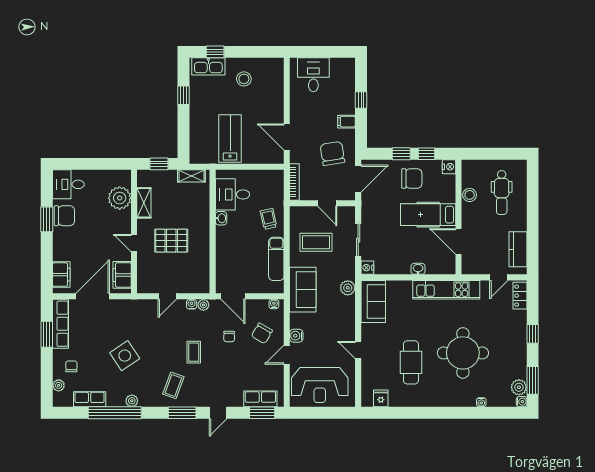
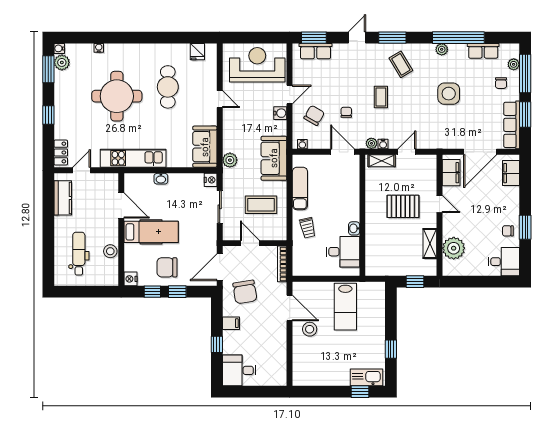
desk: (313, 75) -> (239, 370), moved, turned 90
stool: (244, 79) -> (310, 329), moved
shelving: (191, 176) -> (382, 161), moved
chair: (64, 216) -> (508, 231), width x0.54, depth x0.54
side table: (125, 356) -> (449, 94), turned 34
window: (47, 376) -> (525, 74), added
coffee table: (173, 385) -> (401, 64), turned -51

